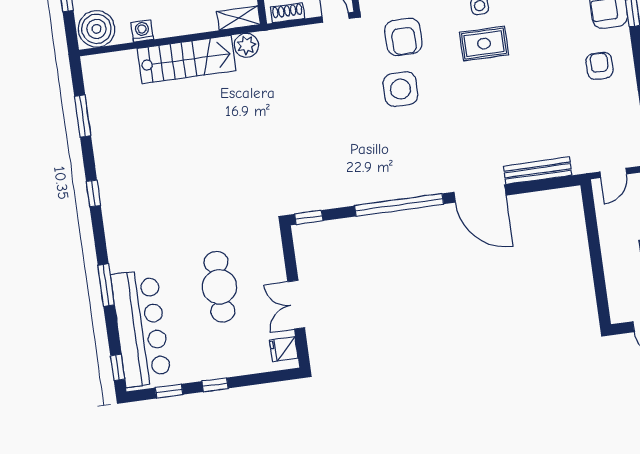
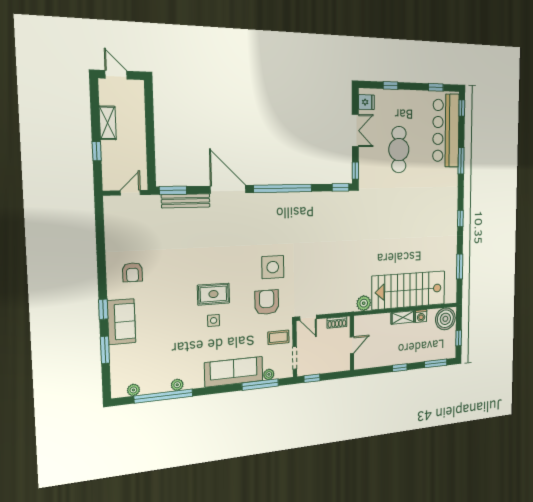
shelving: (239, 18) -> (403, 317), moved
stairs: (187, 60) -> (409, 290), width x1.36, depth x1.51
window: (557, 183) -> (173, 190), added
window: (288, 245) -> (355, 171), added
window: (215, 385) -> (391, 86), moved

